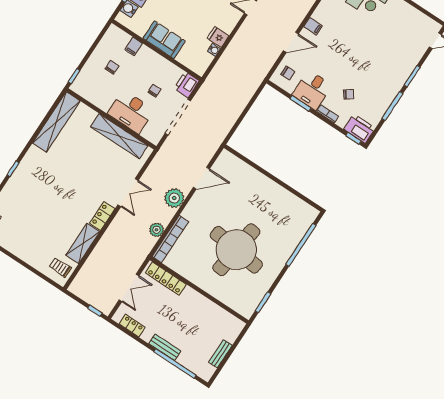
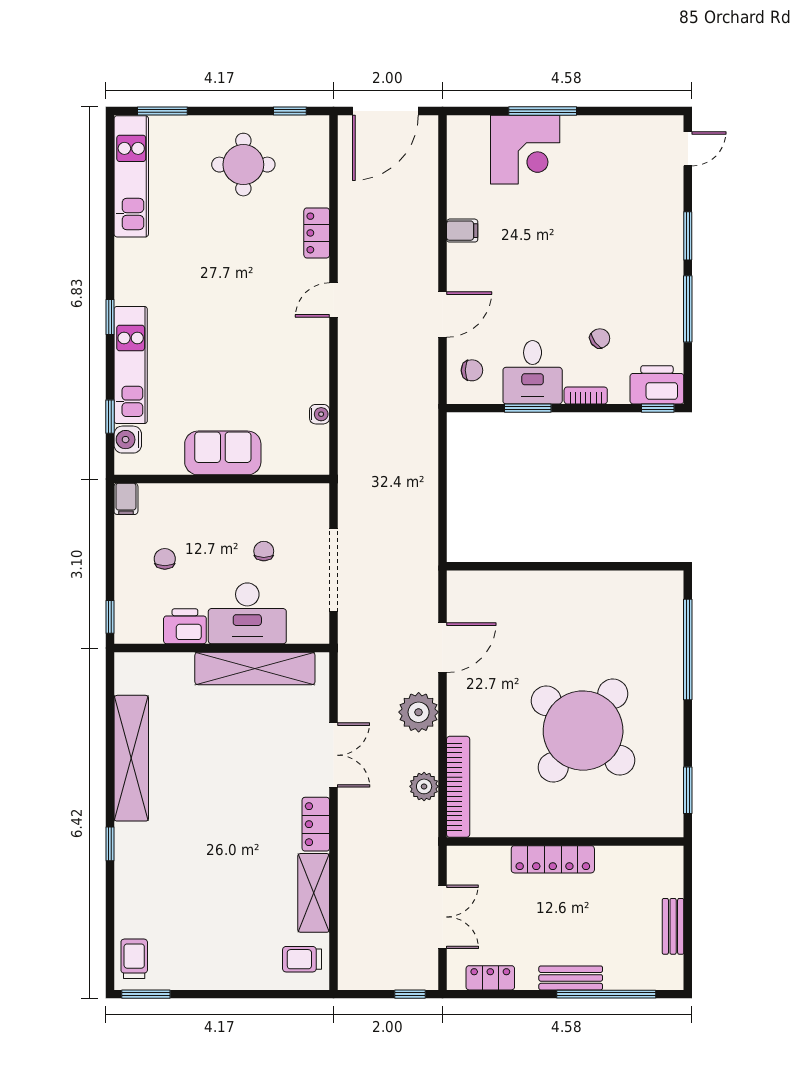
filing cabinet: (313, 26) -> (462, 231), moved
fridge: (218, 37) -> (312, 387), removed
filing cabinet: (134, 46) -> (126, 499), moved
printer: (187, 85) -> (185, 626), moved, turned 90
shelving: (56, 122) -> (131, 758), moved
round table: (236, 250) -> (583, 731), turned 32
locker: (166, 279) -> (553, 859), moved

